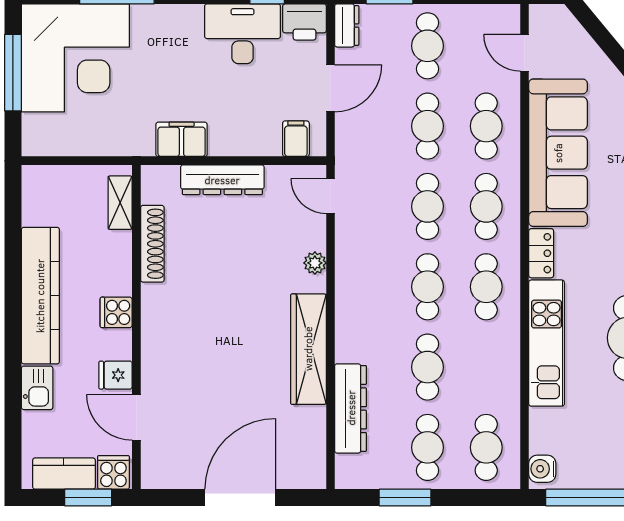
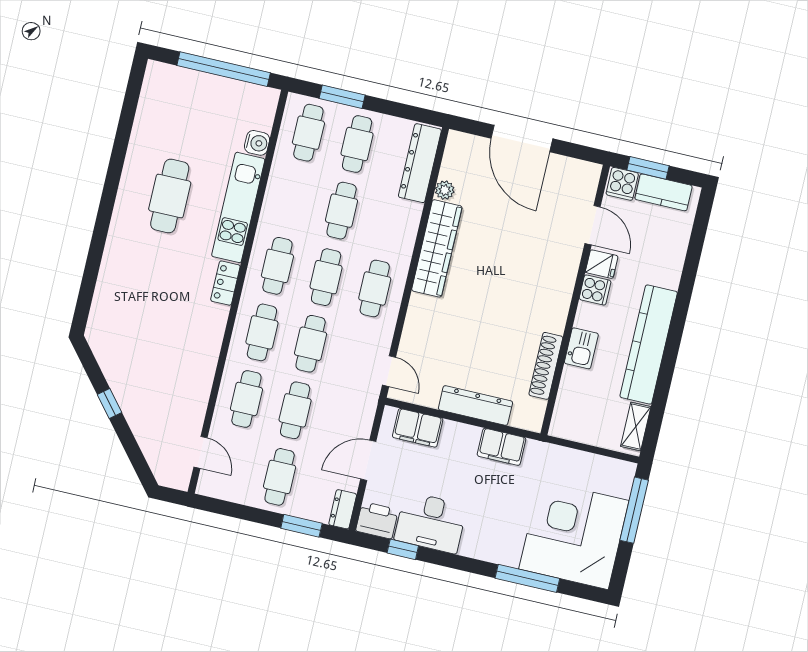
window: (13, 73) -> (634, 510), moved
filing cabinet: (296, 139) -> (418, 428), width x2.00
sofa: (558, 153) -> (192, 363), removed
shelving: (120, 203) -> (636, 426), moved
plant: (315, 263) -> (445, 190), moved
cafe table: (369, 287) -> (375, 288), added
cooker: (116, 312) -> (595, 290), moved
kitchen sink: (37, 388) -> (581, 348), moved, turned 180
dresser: (351, 408) -> (420, 163), moved
water cooler: (542, 469) -> (257, 143), moved
door: (240, 498) -> (522, 139), hinge flipped
window: (405, 498) -> (342, 97), moved

